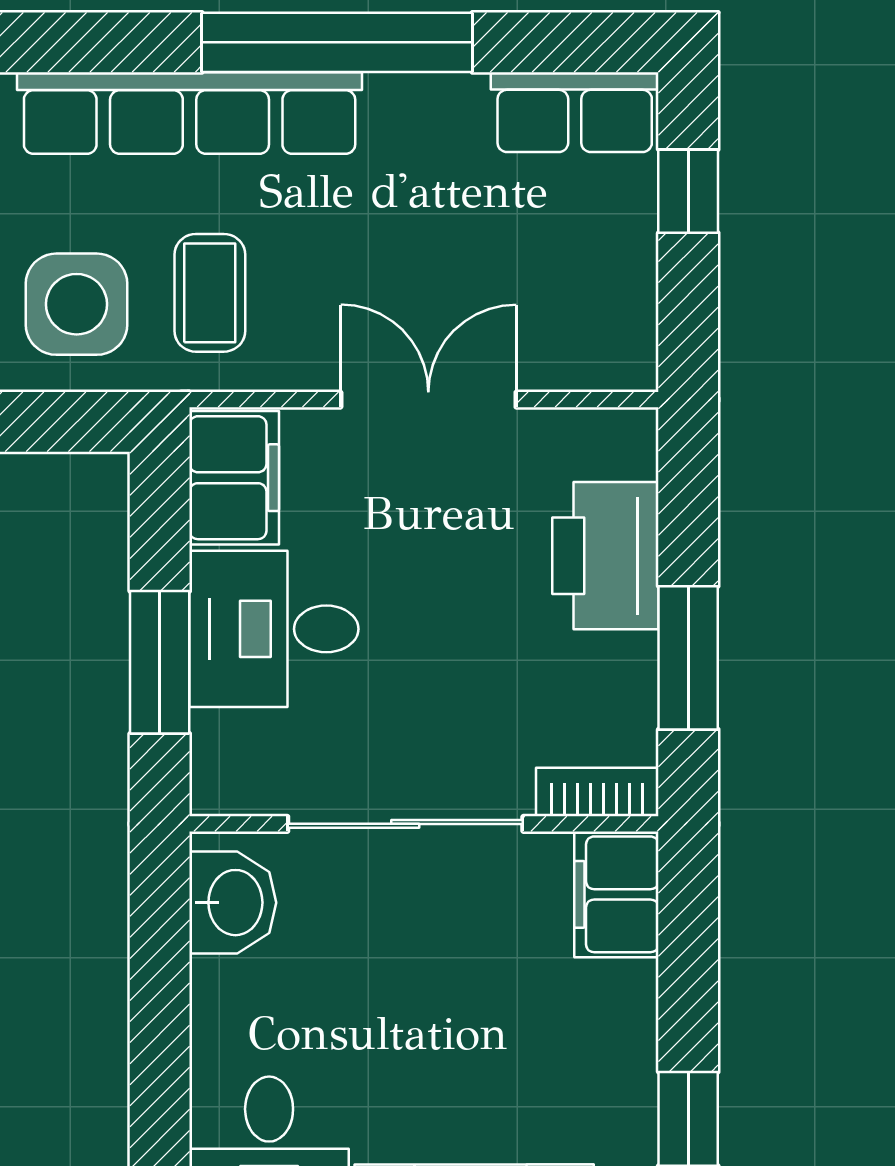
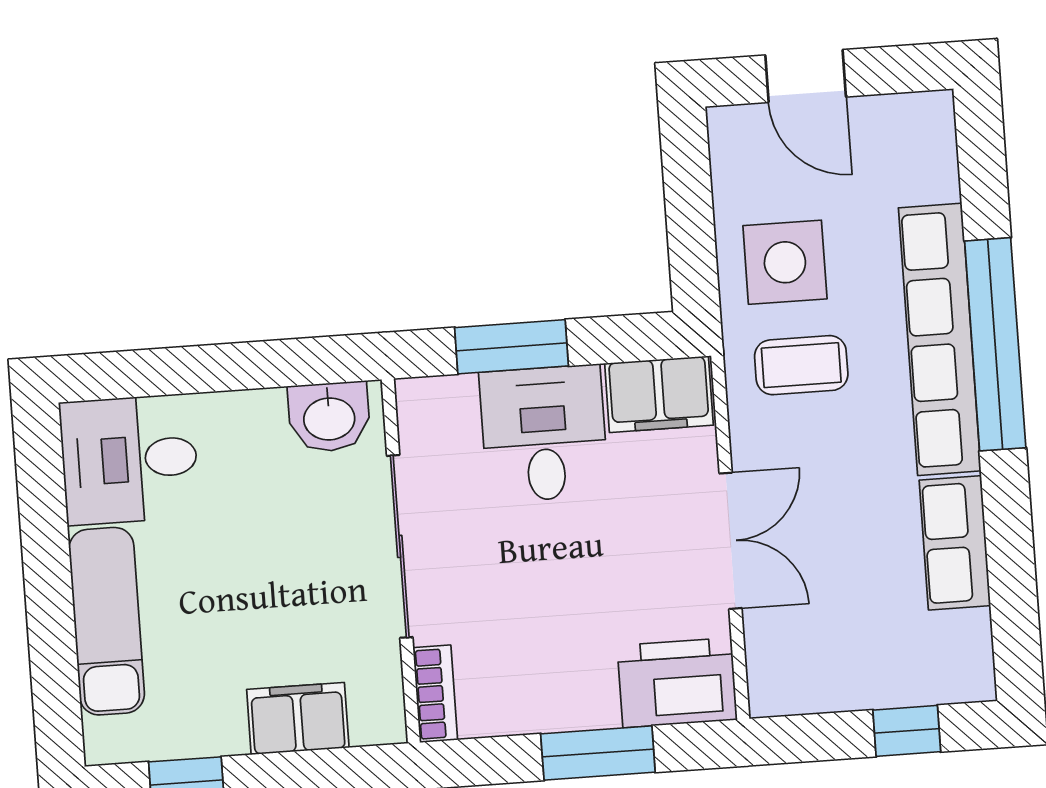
window: (337, 42) -> (995, 344), moved
row of seats: (575, 112) -> (955, 543), moved
printer: (605, 556) -> (677, 683), moved
window: (688, 658) -> (598, 753), moved
filing cabinet: (616, 894) -> (298, 719), moved

